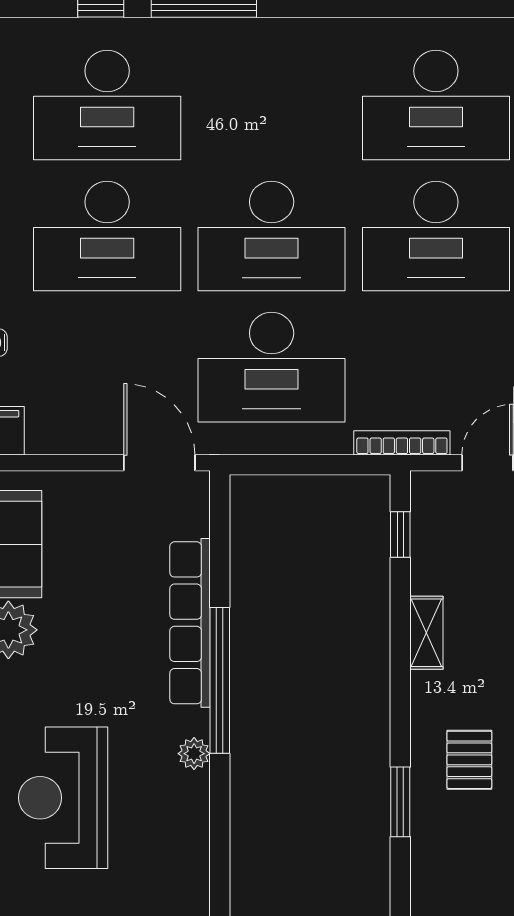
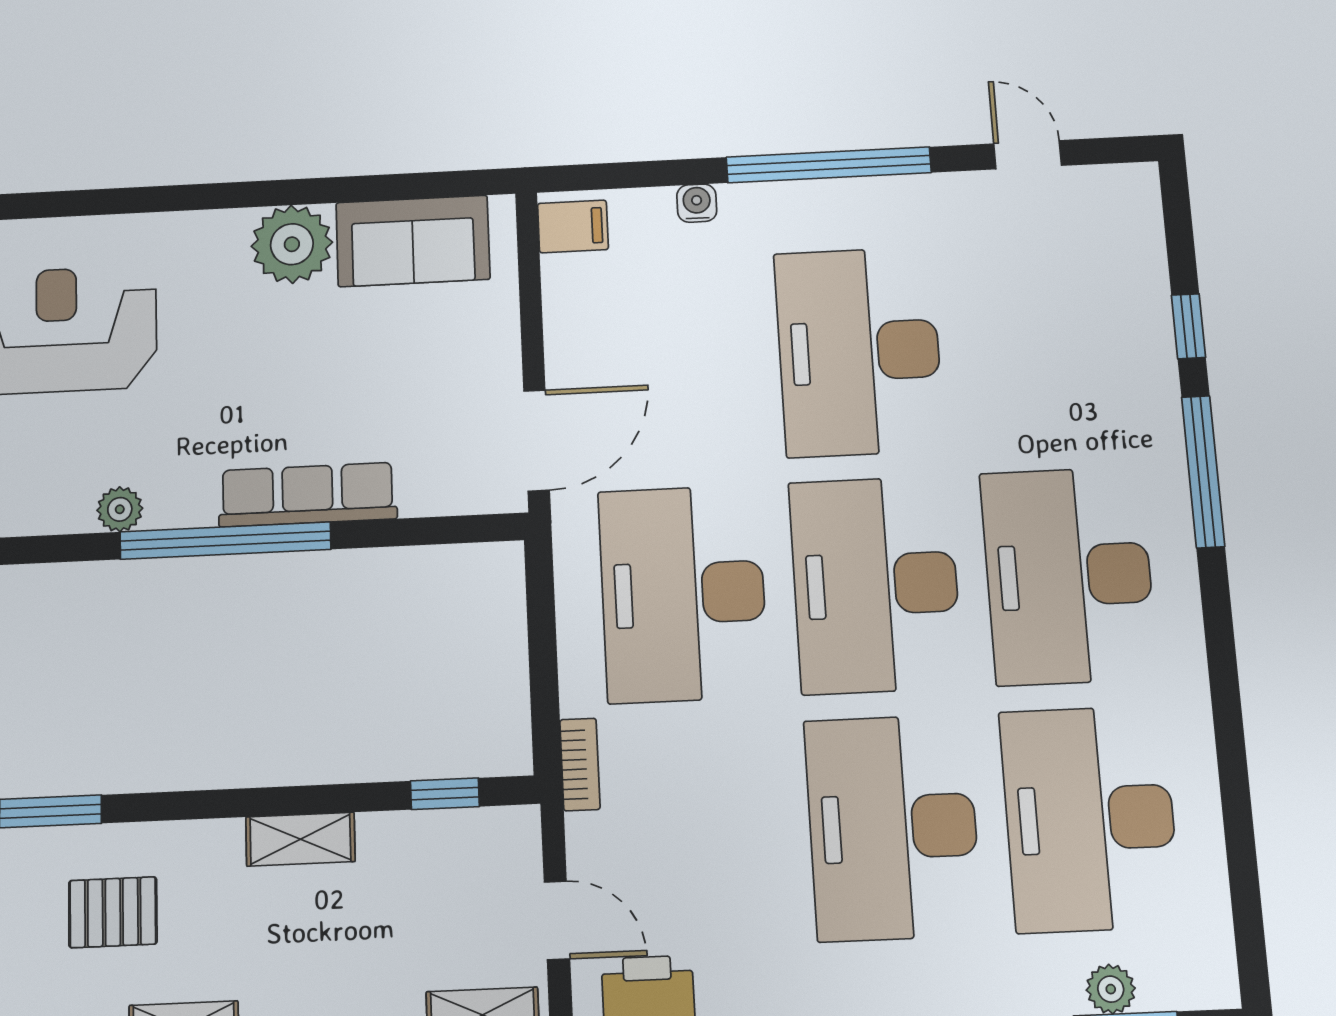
desk: (107, 105) -> (1069, 575), moved
bookcase: (402, 443) -> (580, 764), width x0.64
row of seats: (190, 623) -> (308, 495), width x0.73

